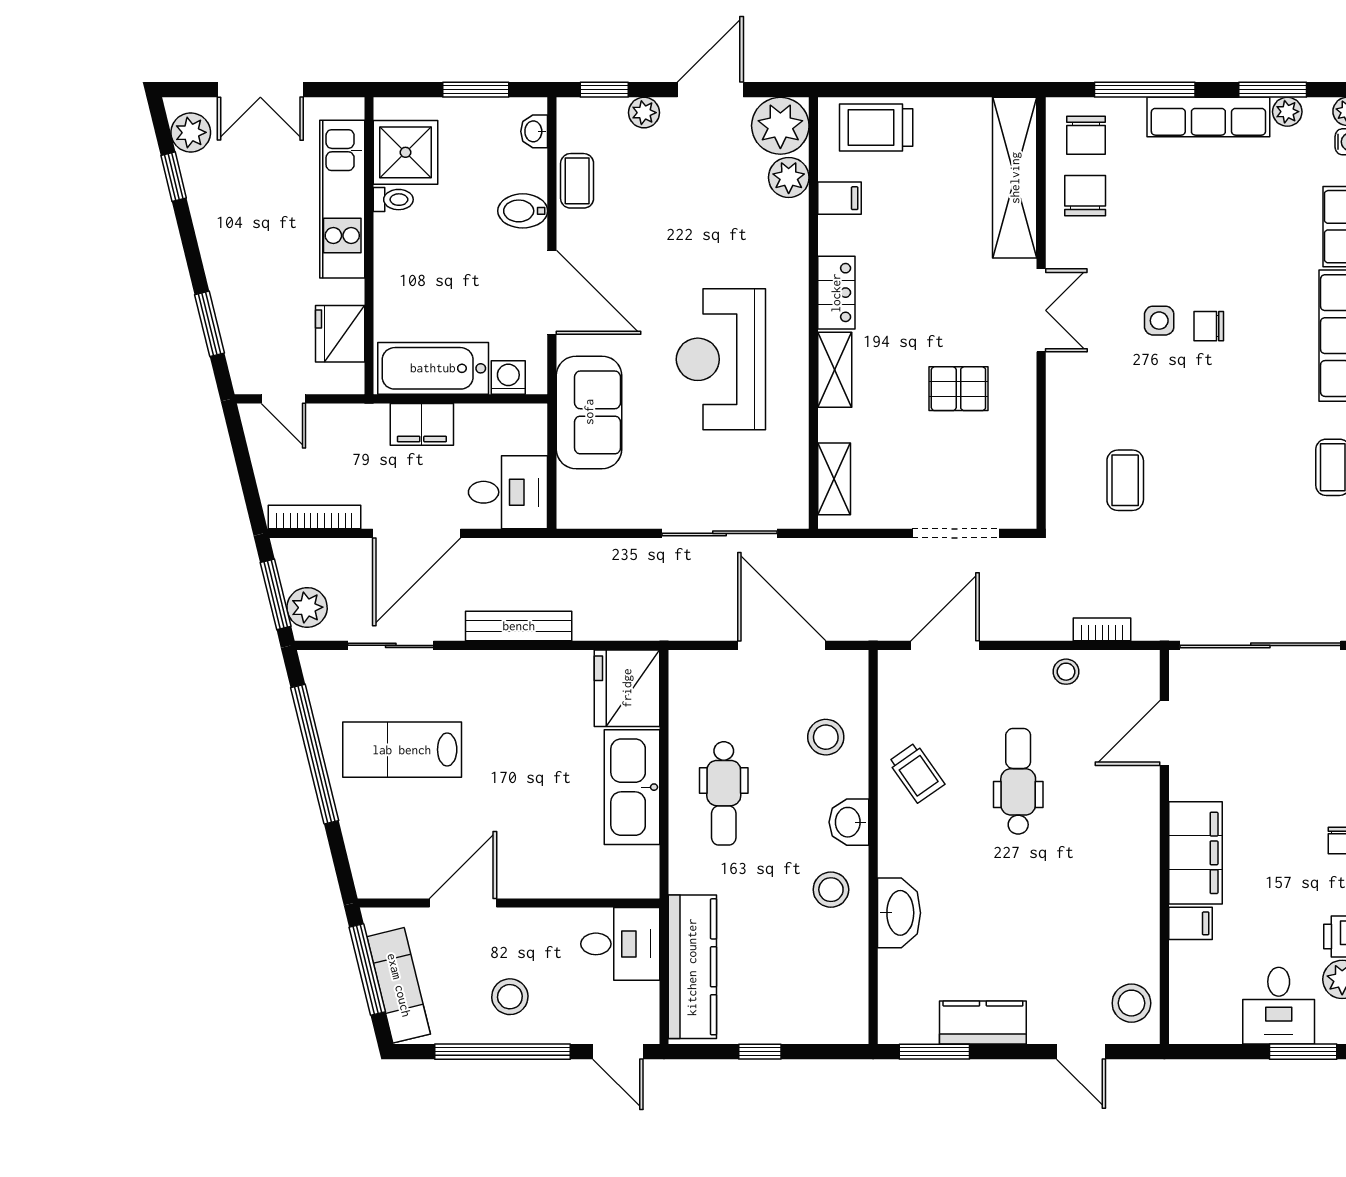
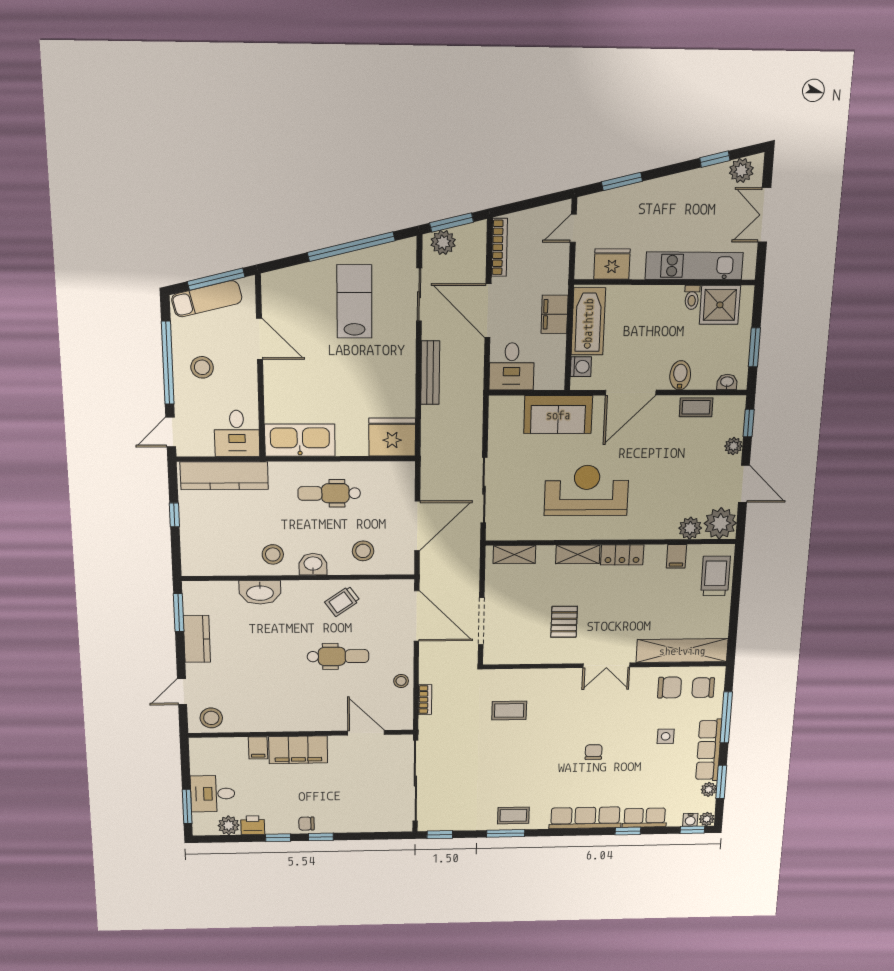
side table: (1159, 321) -> (666, 736), moved
door: (945, 645) -> (417, 616), width x1.36
kitchen sink: (632, 787) -> (300, 440), moved

